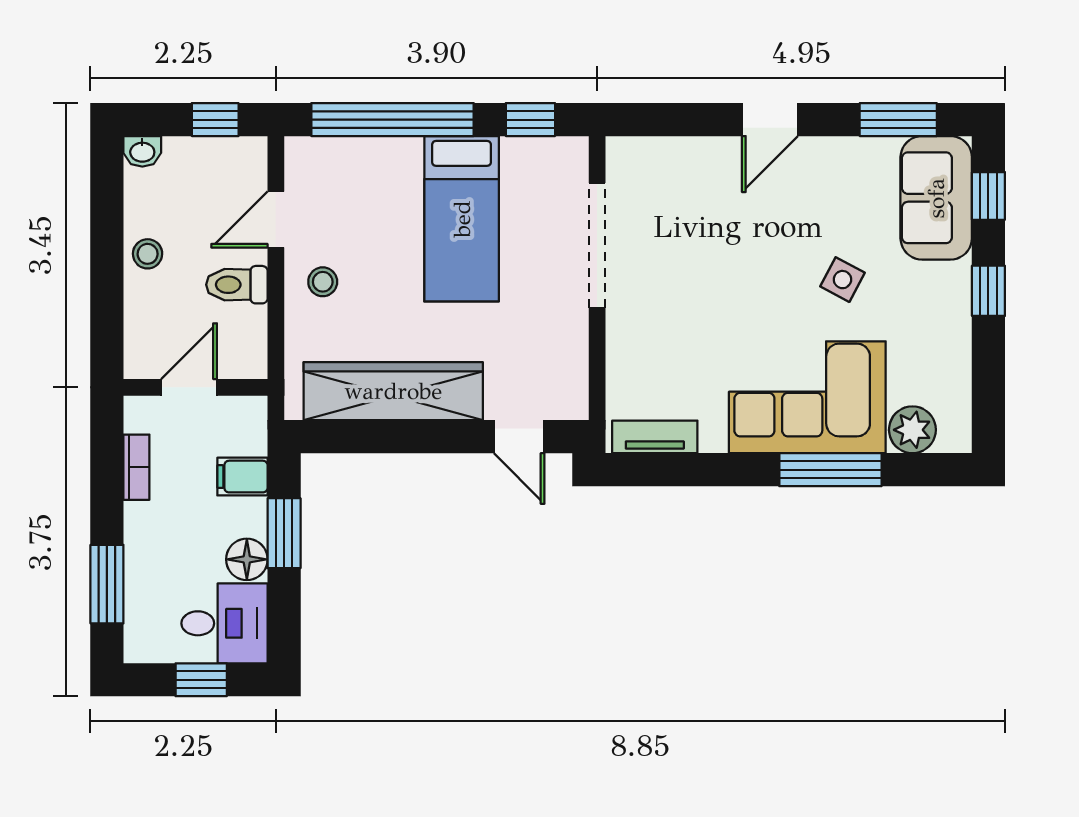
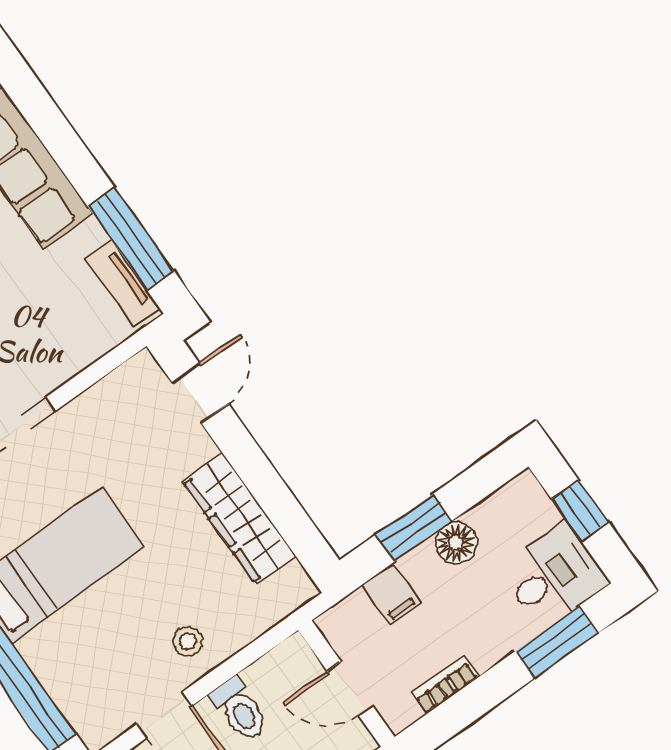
wardrobe: (393, 391) -> (239, 519), width x0.71, depth x0.85
window: (830, 470) -> (131, 239), moved
desk: (225, 623) -> (554, 575), moved, turned 90

